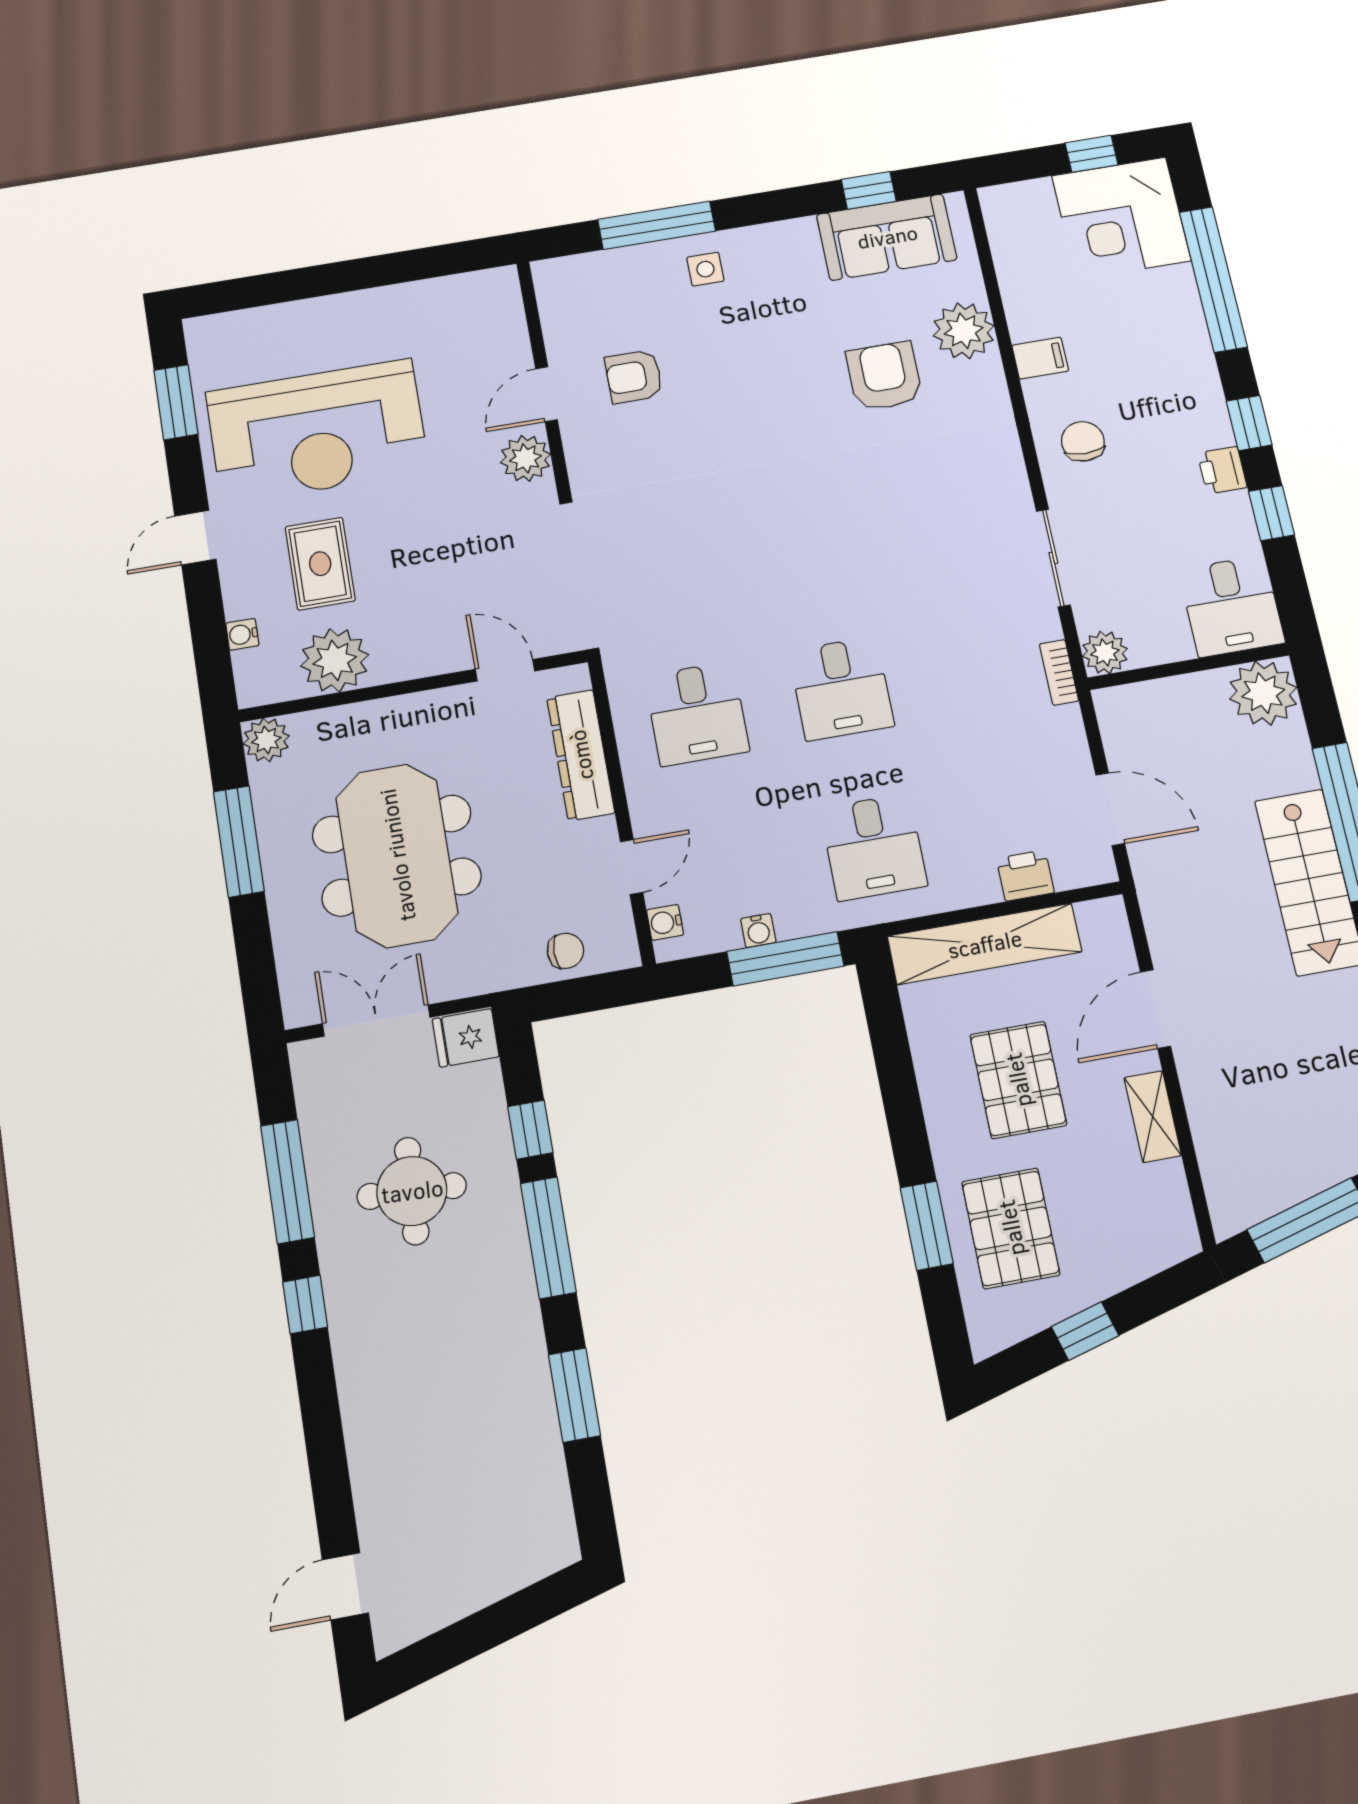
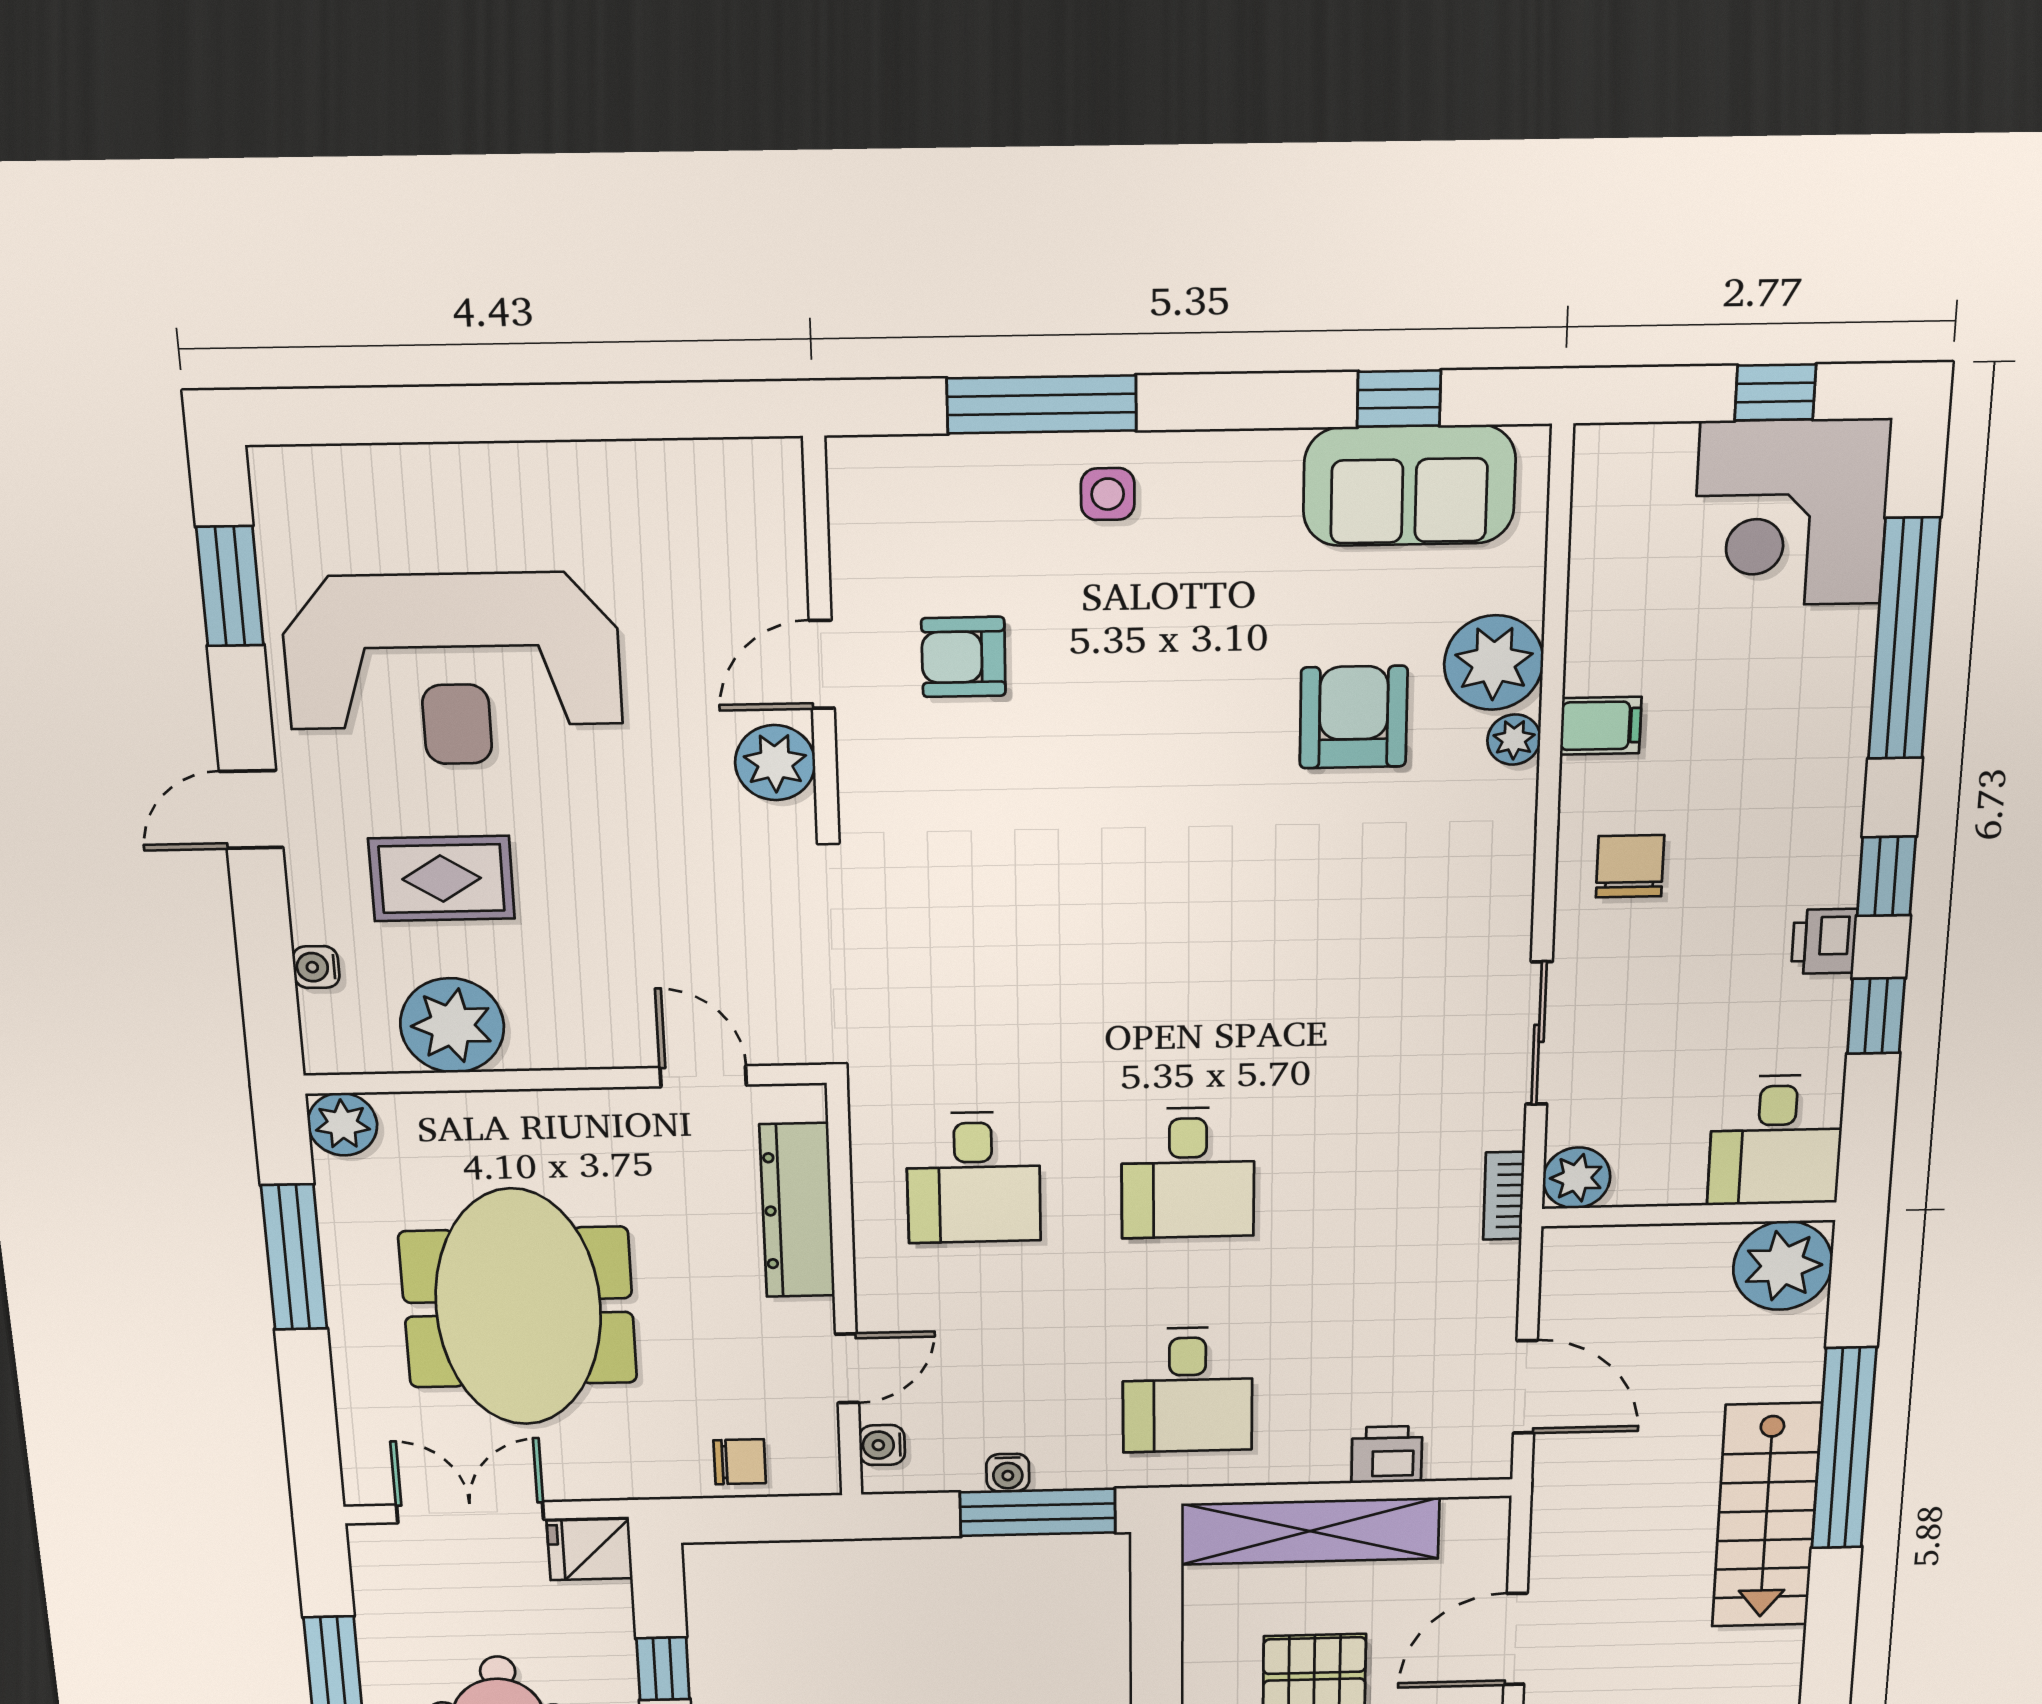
plant: (988, 375) -> (1514, 740), added
rug: (320, 564) -> (442, 879), turned 90

